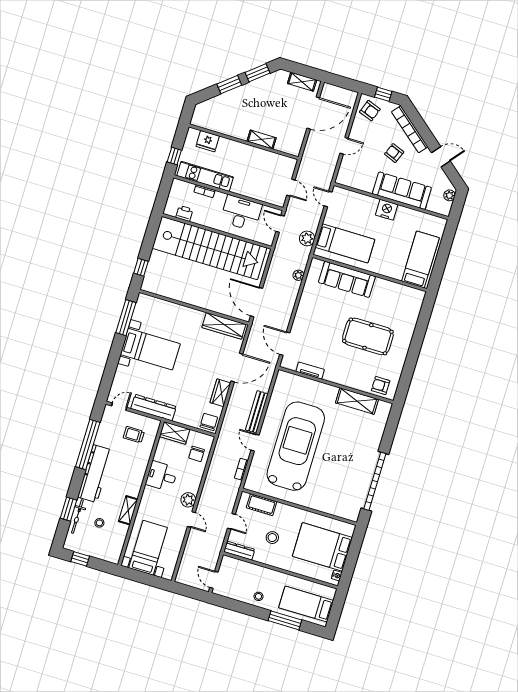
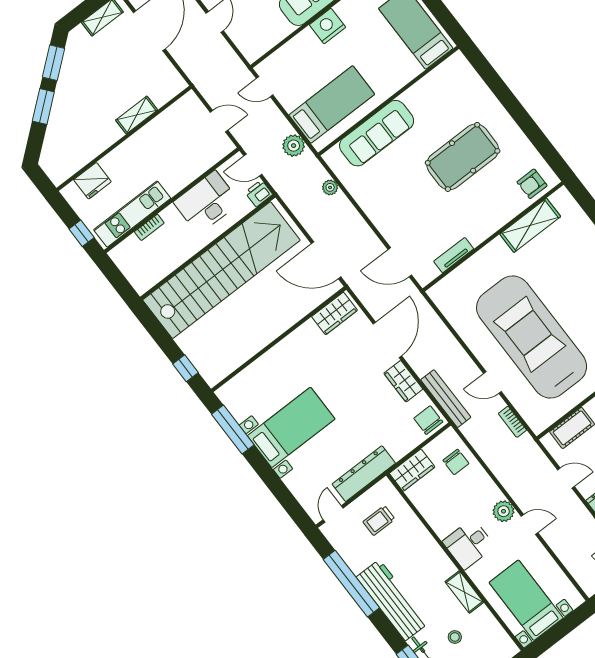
printer: (184, 213) -> (259, 193), moved
wardrobe: (224, 326) -> (335, 313), width x0.67
bench: (257, 412) -> (446, 399), moved
desk: (162, 476) -> (469, 544), moved

